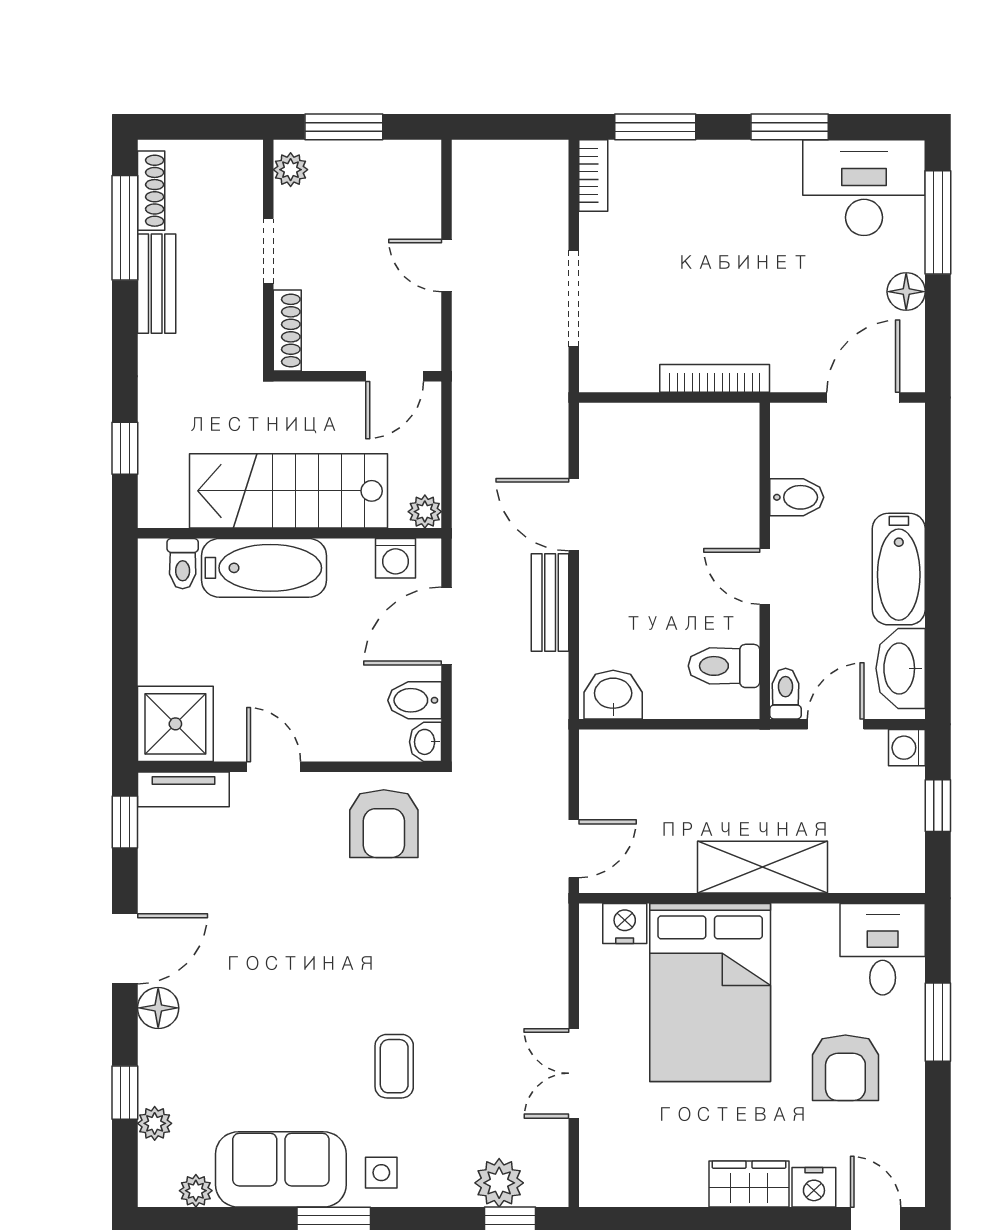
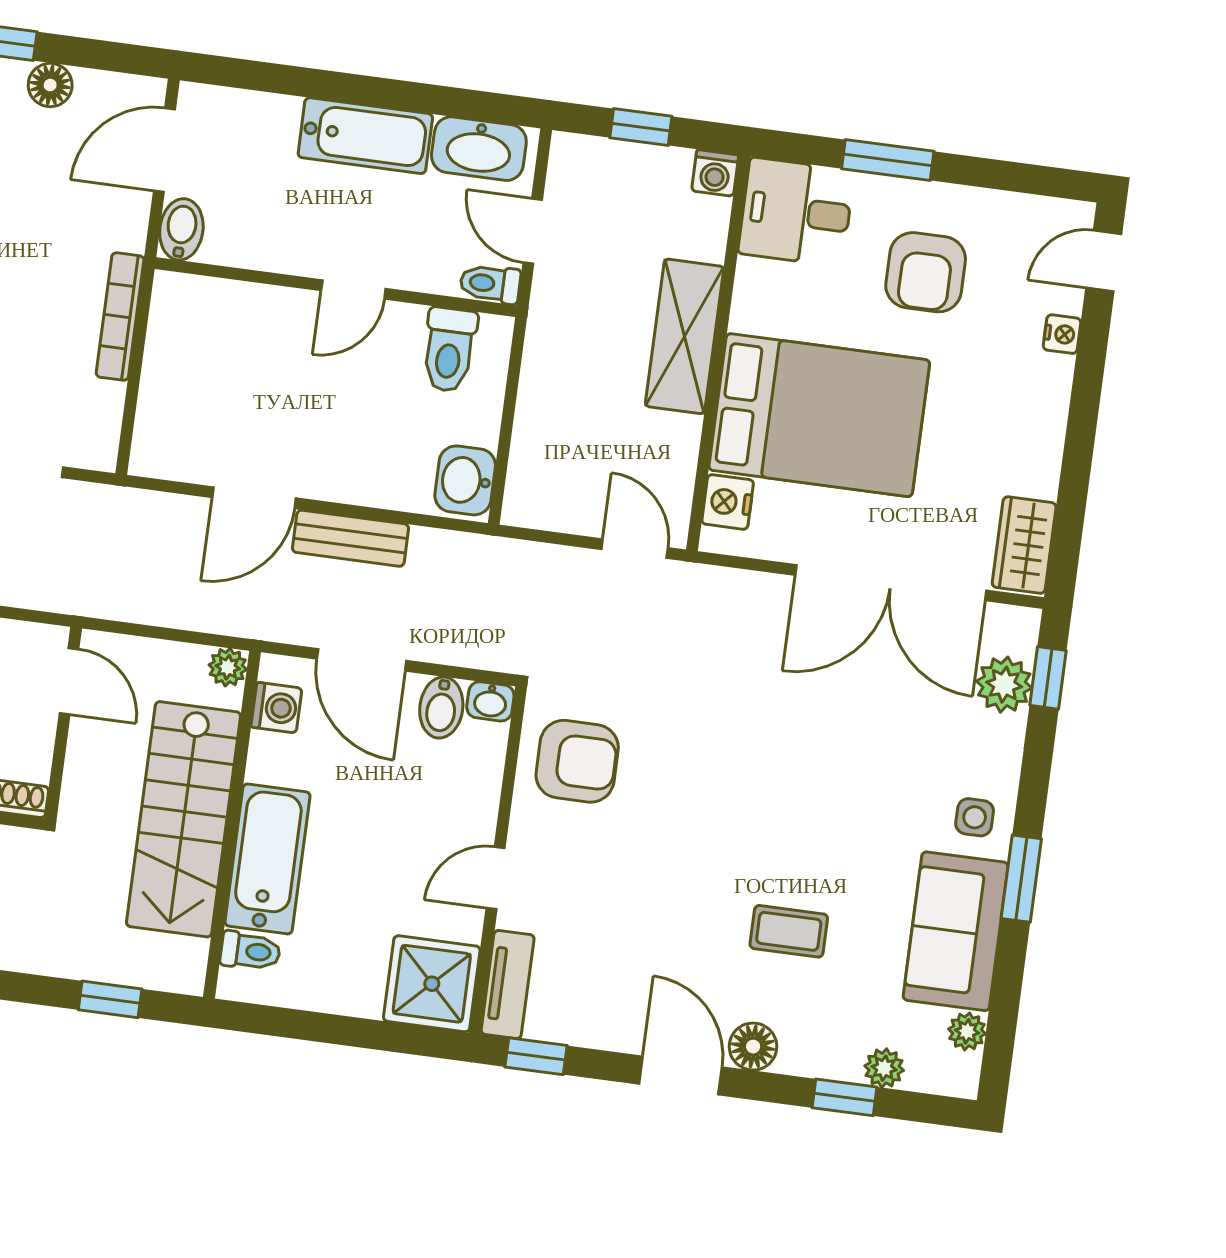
door: (863, 398) -> (164, 150), hinge flipped
bidet: (797, 497) -> (181, 229), moved
washing machine: (907, 748) -> (715, 173), moved
coffee table: (394, 1066) -> (789, 931), moved
armchair: (845, 1068) -> (926, 272), turned 90
double door: (574, 1073) -> (891, 583), width x1.87
wardrobe: (749, 1184) -> (1024, 545), moved
nightstand: (814, 1187) -> (1062, 334), width x0.72, depth x0.74

